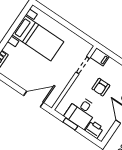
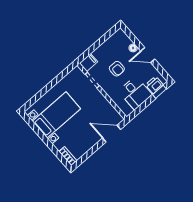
door: (34, 99) -> (112, 134), hinge flipped
window: (70, 124) -> (159, 92), moved

